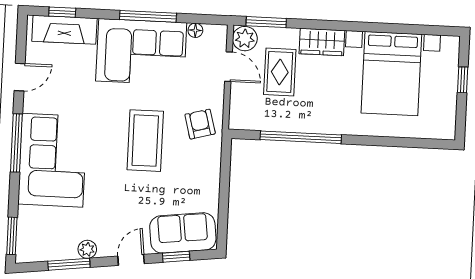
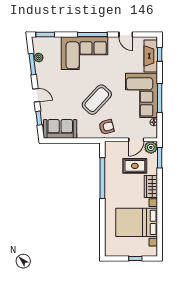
coffee table: (145, 141) -> (97, 100), turned -47
sofa: (183, 233) -> (60, 129), moved, turned -83
plant: (87, 249) -> (39, 57), moved

